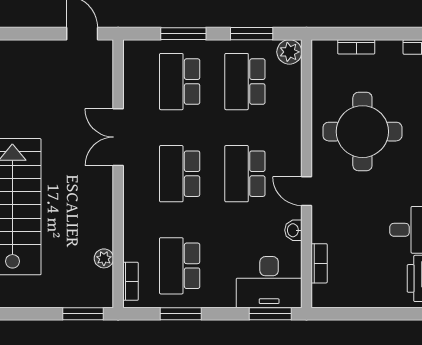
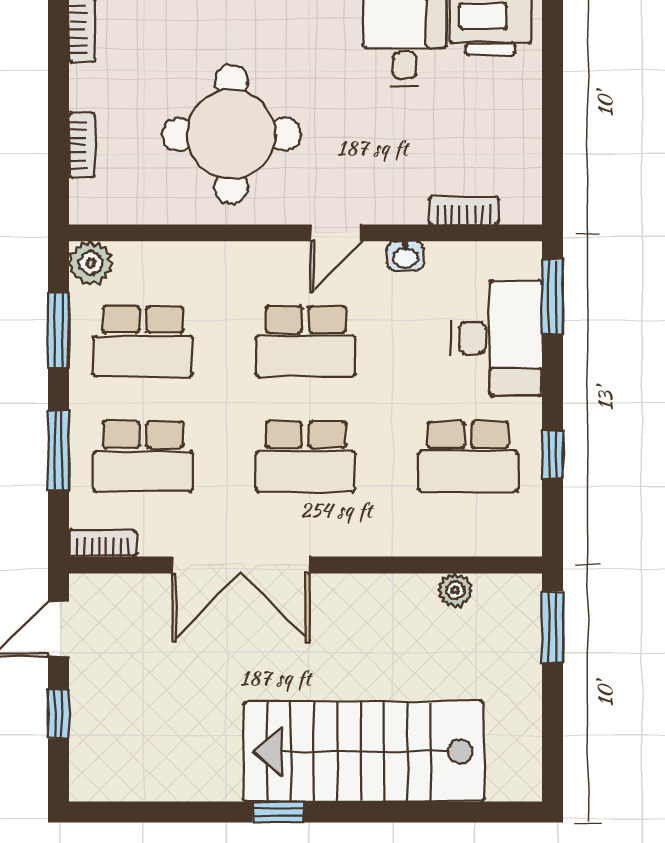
window: (34, 34) -> (58, 714), added
double door: (118, 137) -> (241, 565), width x1.37
bookcase: (131, 281) -> (103, 543), moved
desk: (269, 282) -> (497, 338), moved
window: (181, 314) -> (553, 455), width x0.67

